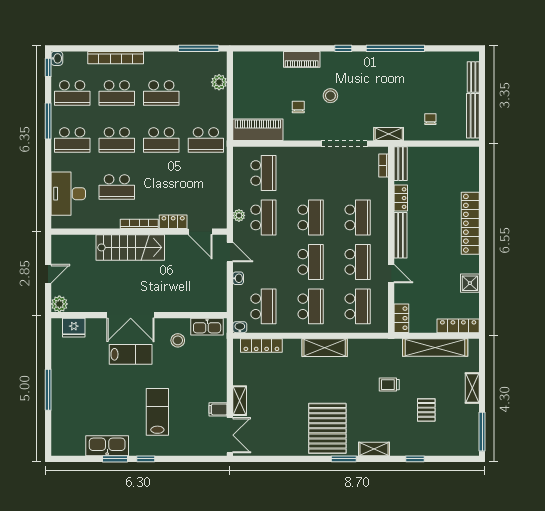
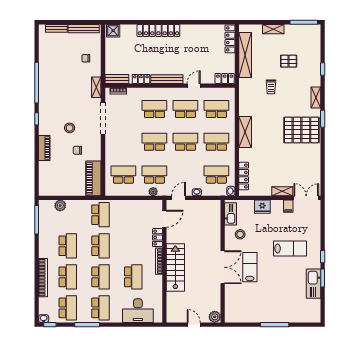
shower: (470, 283) -> (113, 31), moved
fridge: (74, 328) -> (262, 207), moved, turned 90
lab bench: (157, 412) -> (290, 248), turned 180

